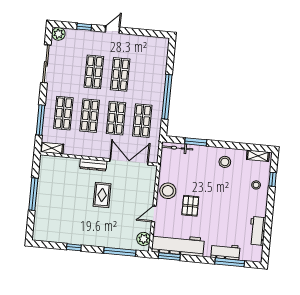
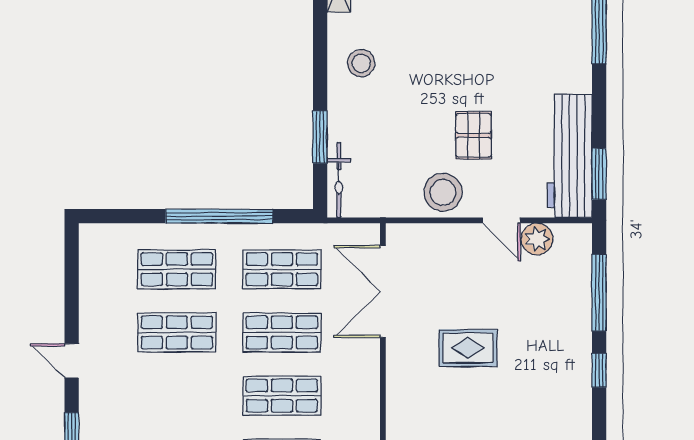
shop shelf: (94, 72) -> (177, 269), moved
dresser: (93, 165) -> (398, 376), removed
pallet: (190, 206) -> (473, 135), turned 90
plant: (144, 239) -> (537, 239), moved
window: (74, 247) -> (599, 370), moved
workbench: (225, 252) -> (575, 41), removed

